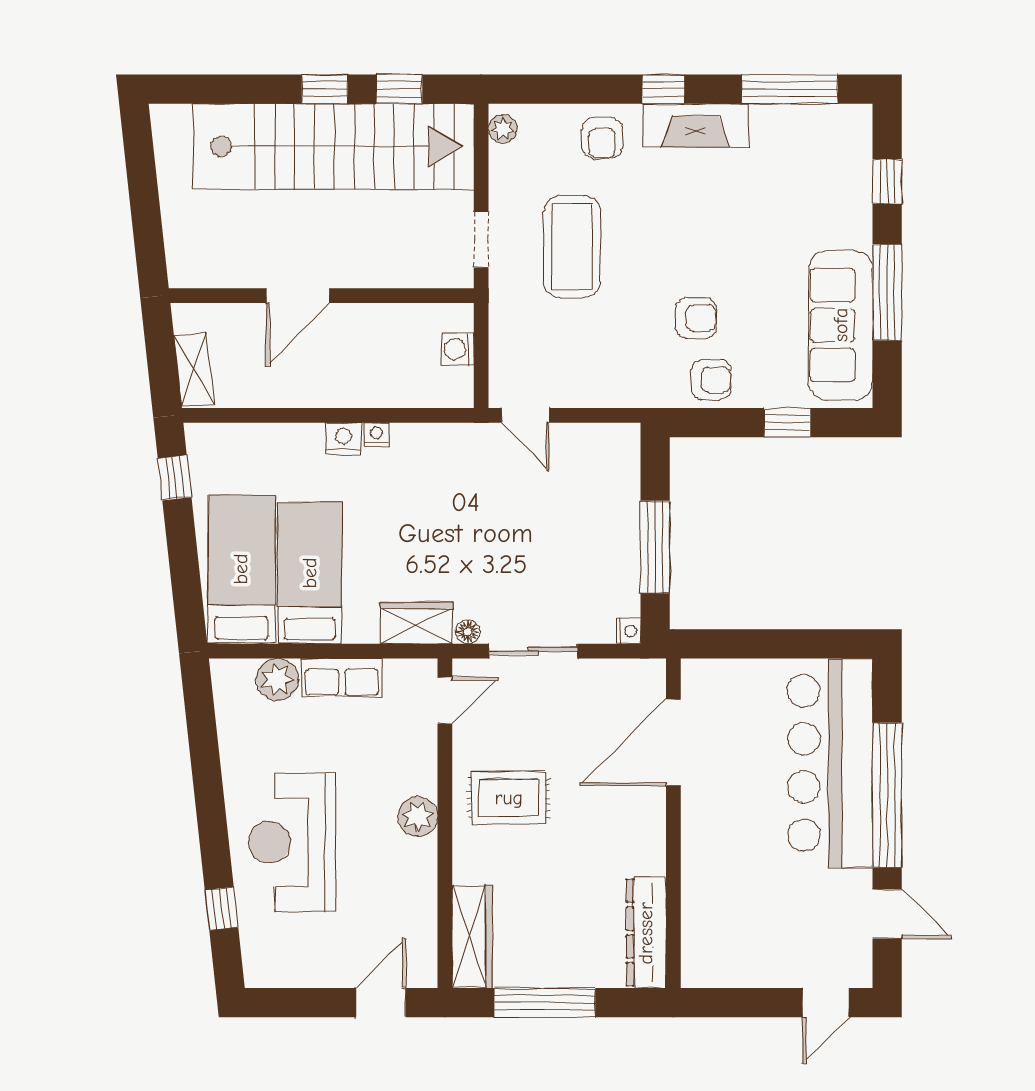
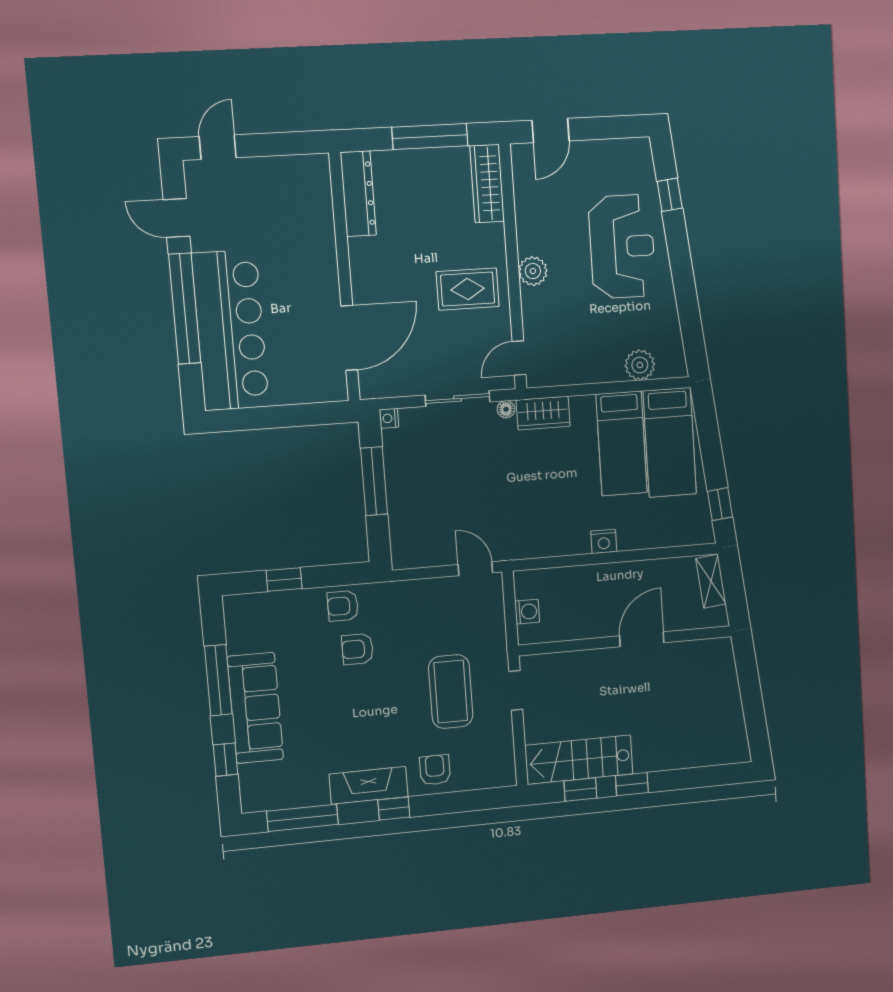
plant: (503, 129) -> (506, 769), removed
stairs: (333, 147) -> (579, 760), width x0.54, depth x0.66
sofa: (841, 325) -> (255, 708), moved
nightstand: (376, 435) -> (581, 546), removed
row of seats: (342, 678) -> (594, 370), removed

